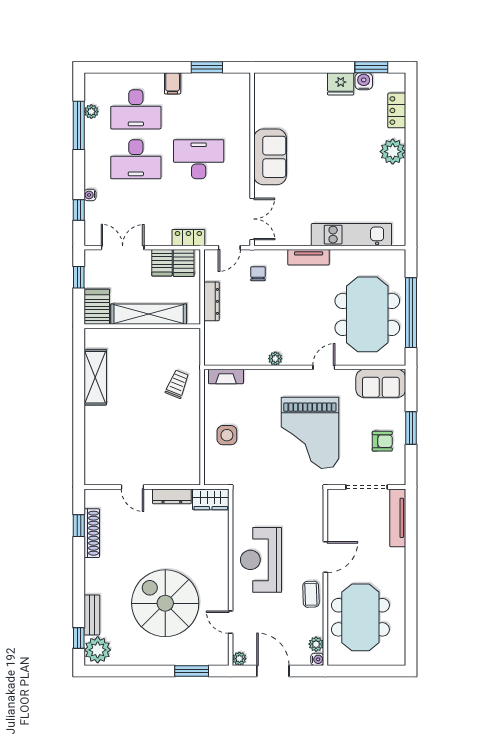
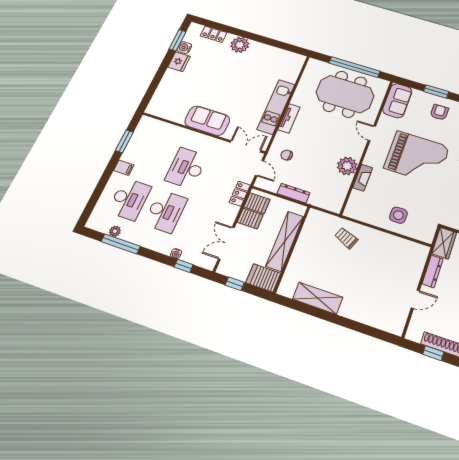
kitchen unit: (351, 235) -> (276, 107), moved
plant: (275, 359) -> (347, 166), width x1.87, depth x1.87
fireplace: (226, 377) -> (363, 178), moved

